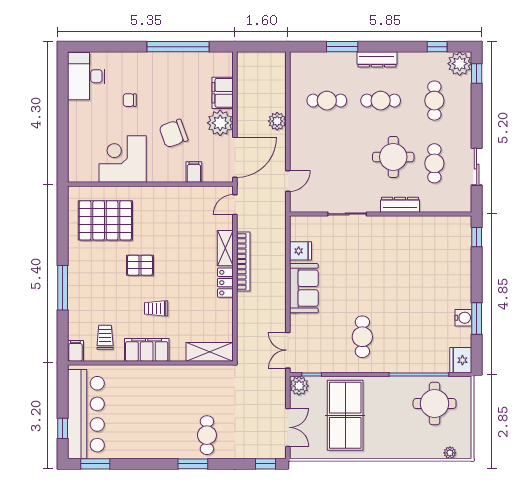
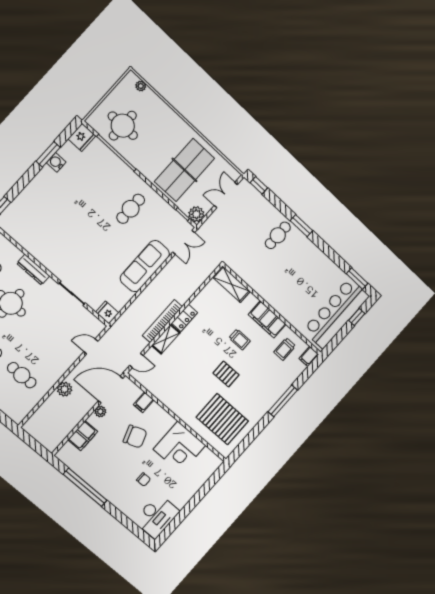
plant: (220, 123) -> (100, 412), width x0.53, depth x0.53
fridge: (300, 251) -> (107, 312), moved
sofa: (304, 288) -> (145, 266), width x1.36

